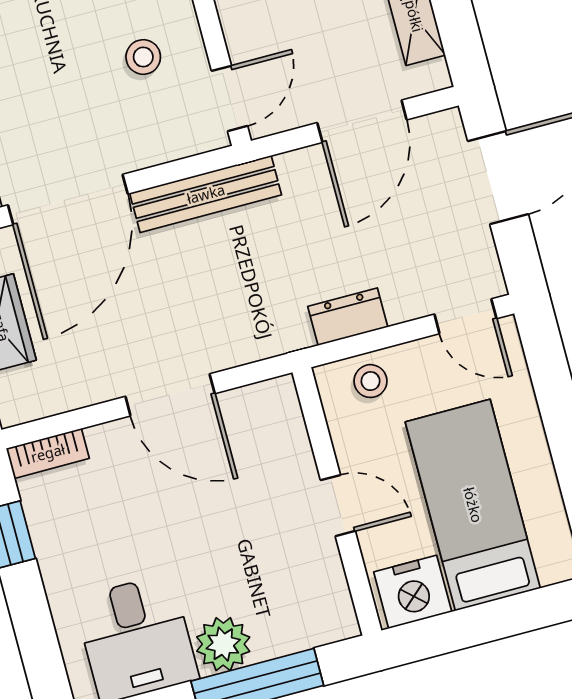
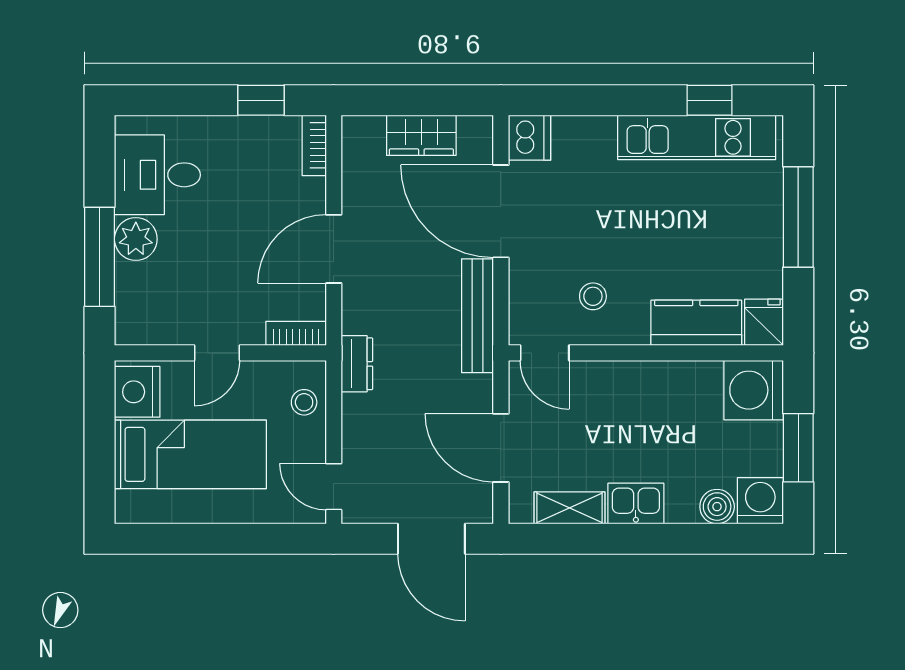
door: (465, 316) -> (334, 487), hinge flipped
dresser: (348, 317) -> (357, 364), moved
bookcase: (287, 414) -> (296, 333), added

